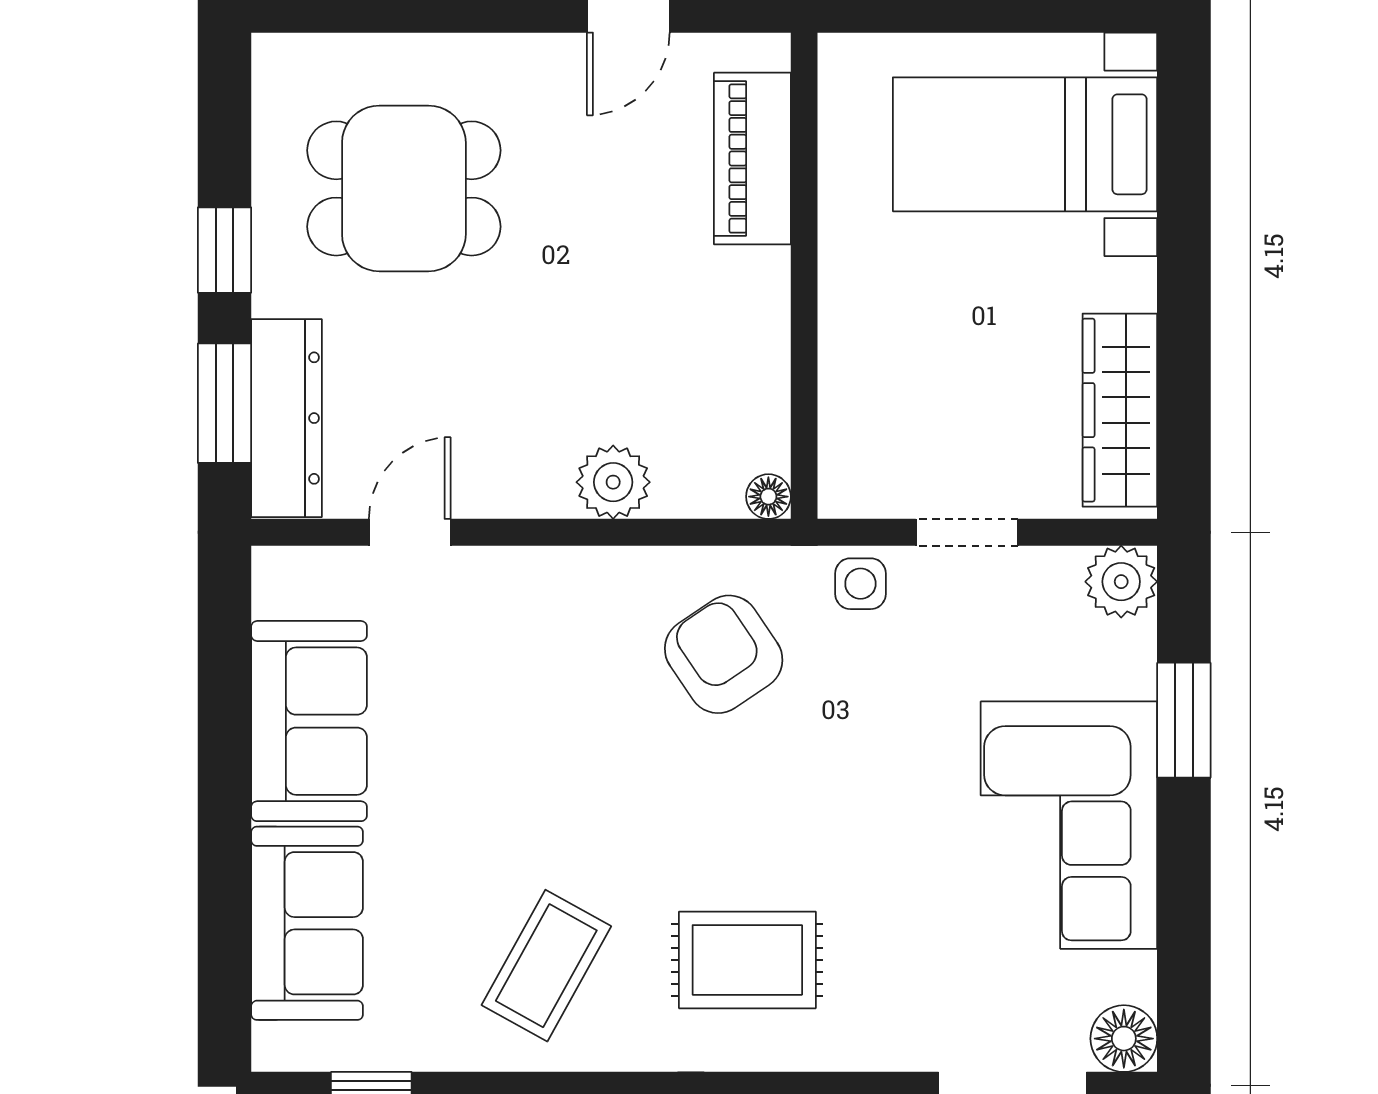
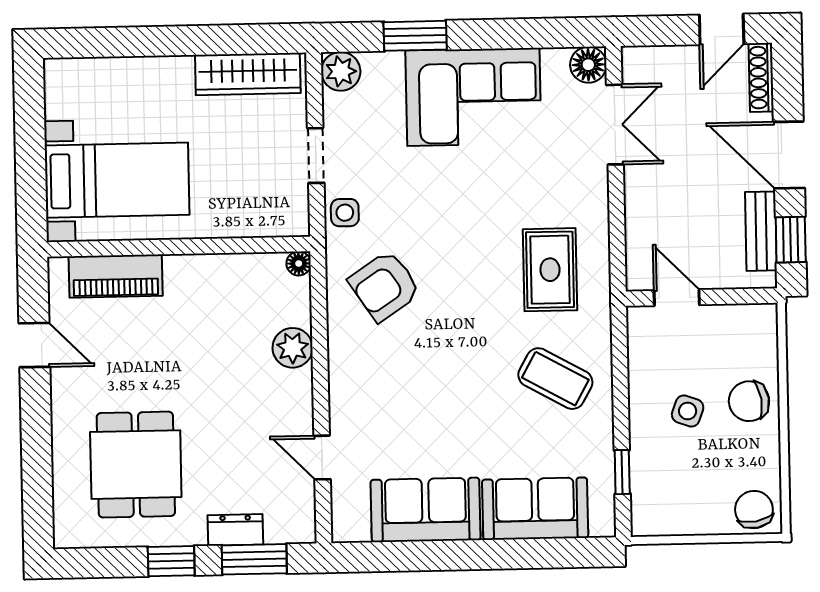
bed with nightstands: (1025, 144) -> (117, 180), moved, turned -90
dresser: (286, 418) -> (235, 530), width x0.51, depth x0.80

